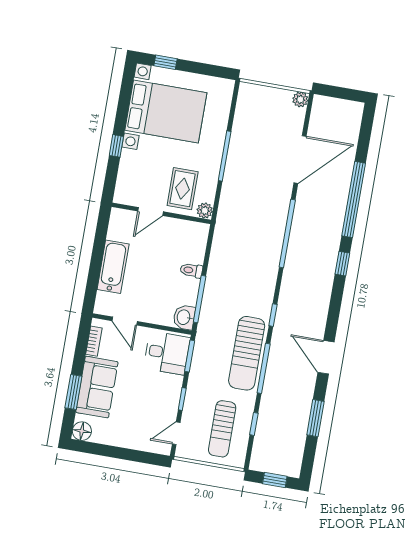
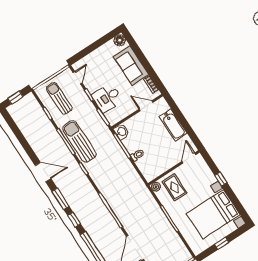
window: (165, 62) -> (222, 243), moved
door: (151, 211) -> (189, 158), moved
desk: (167, 353) -> (107, 98), moved
window: (73, 392) -> (139, 54), removed
window: (315, 418) -> (60, 199), moved

